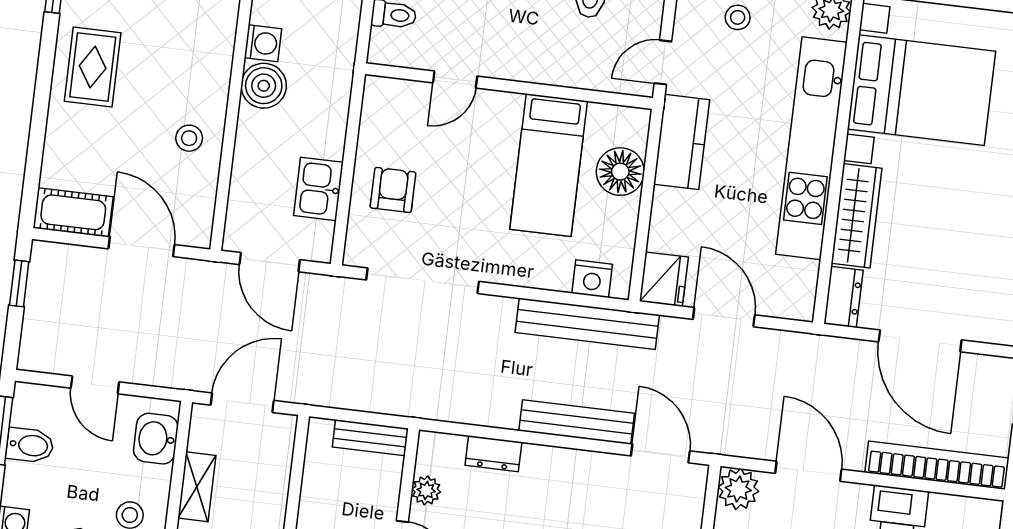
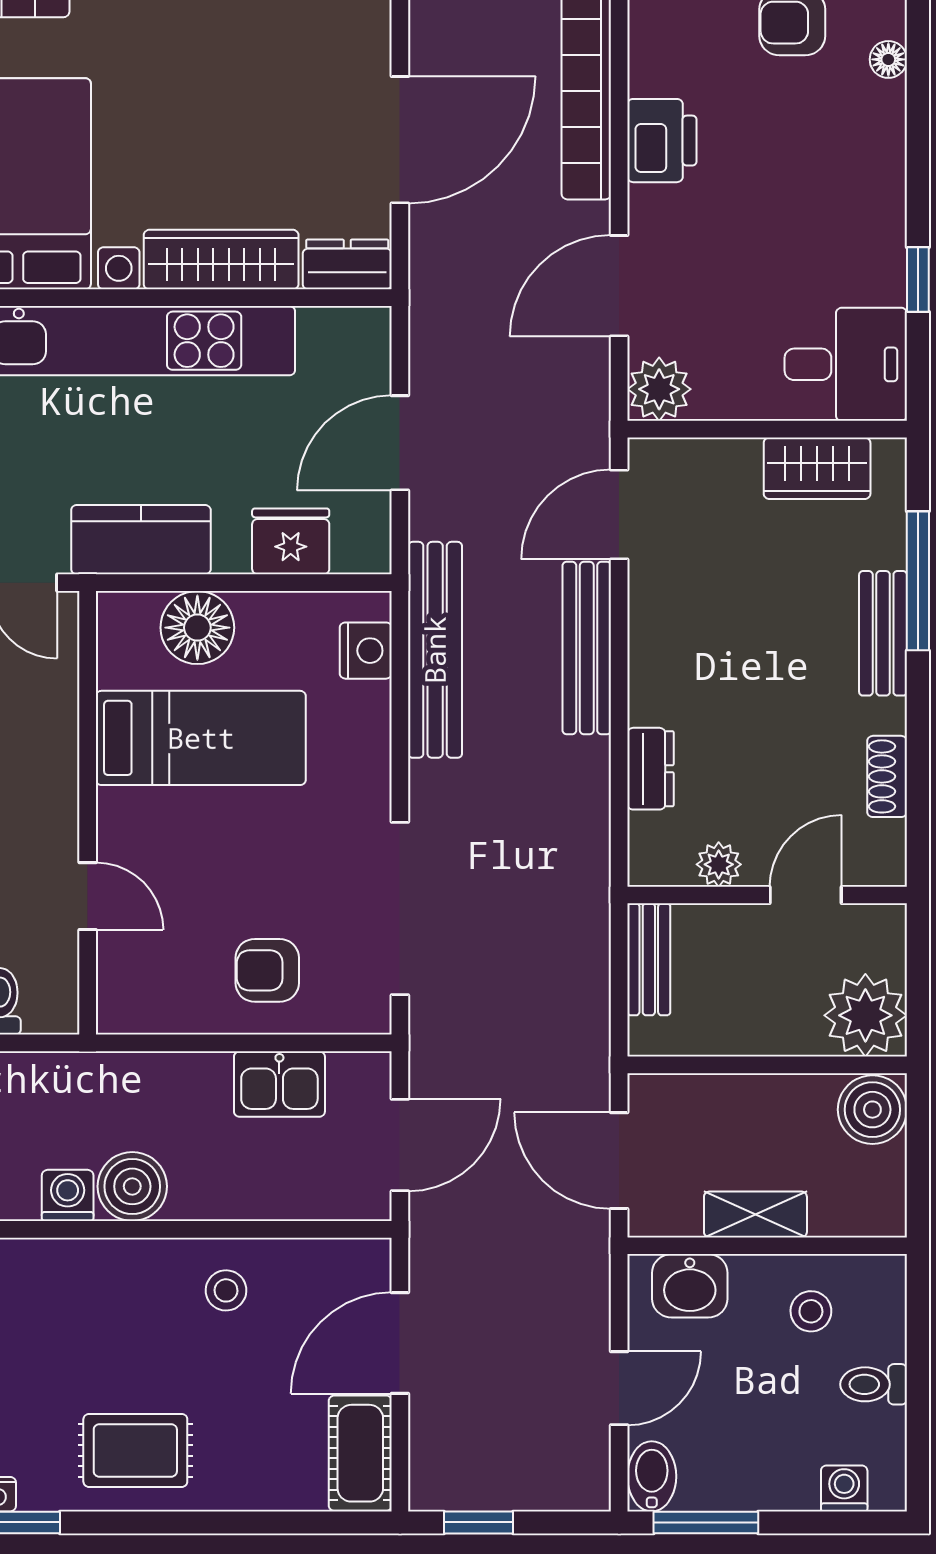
fridge: (664, 279) -> (291, 541), moved
bidet: (30, 445) -> (652, 1476), moved

